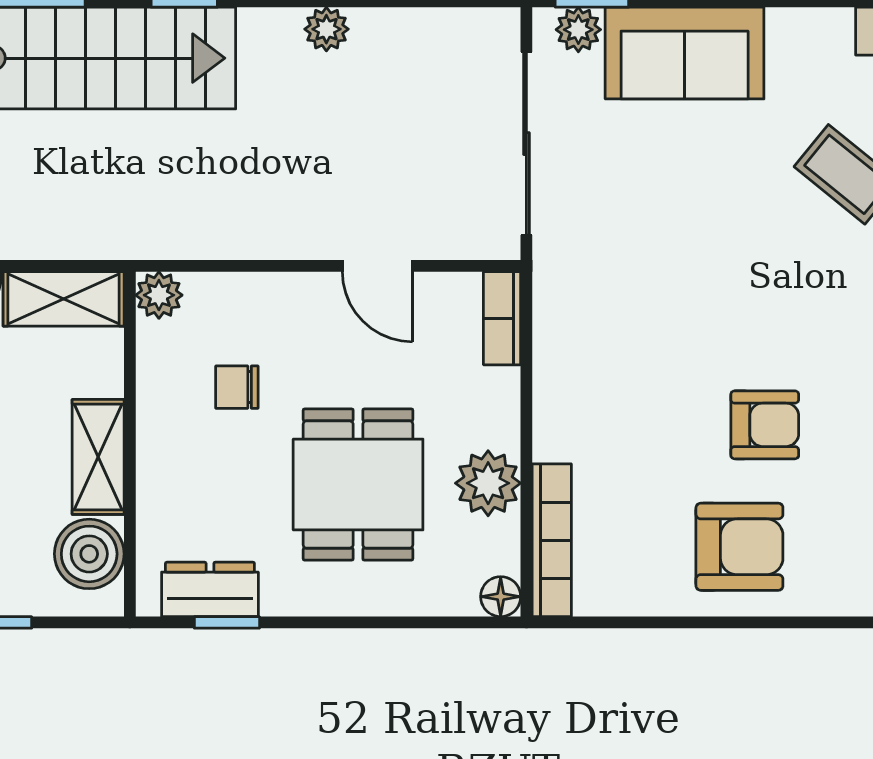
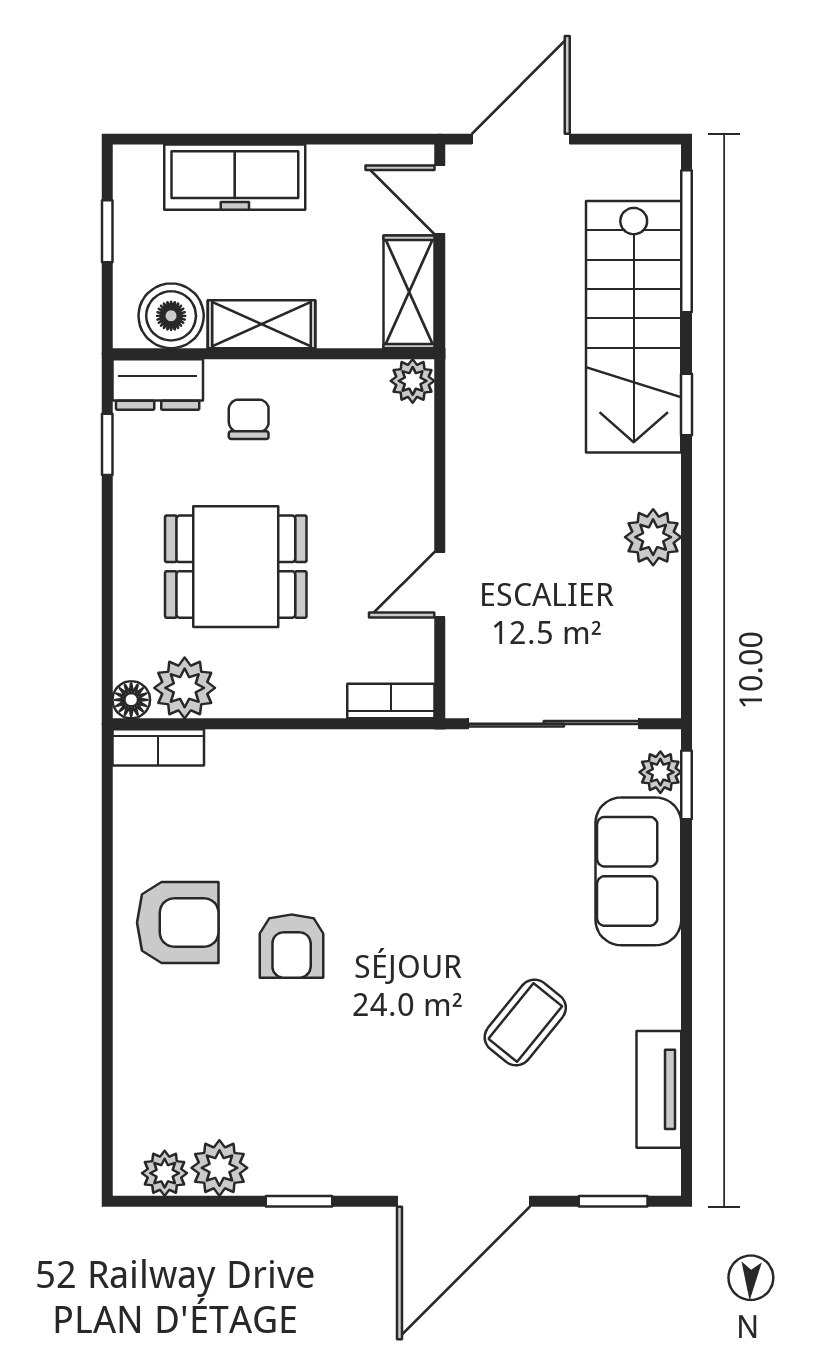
plant: (326, 29) -> (653, 537), width x1.38, depth x1.38
chair: (237, 387) -> (249, 419), moved
plant: (488, 483) -> (185, 688), moved
bookcase: (552, 540) -> (158, 747), width x0.64
armchair: (739, 547) -> (178, 923), turned -90
dresser: (210, 589) -> (158, 384), moved, turned 90

